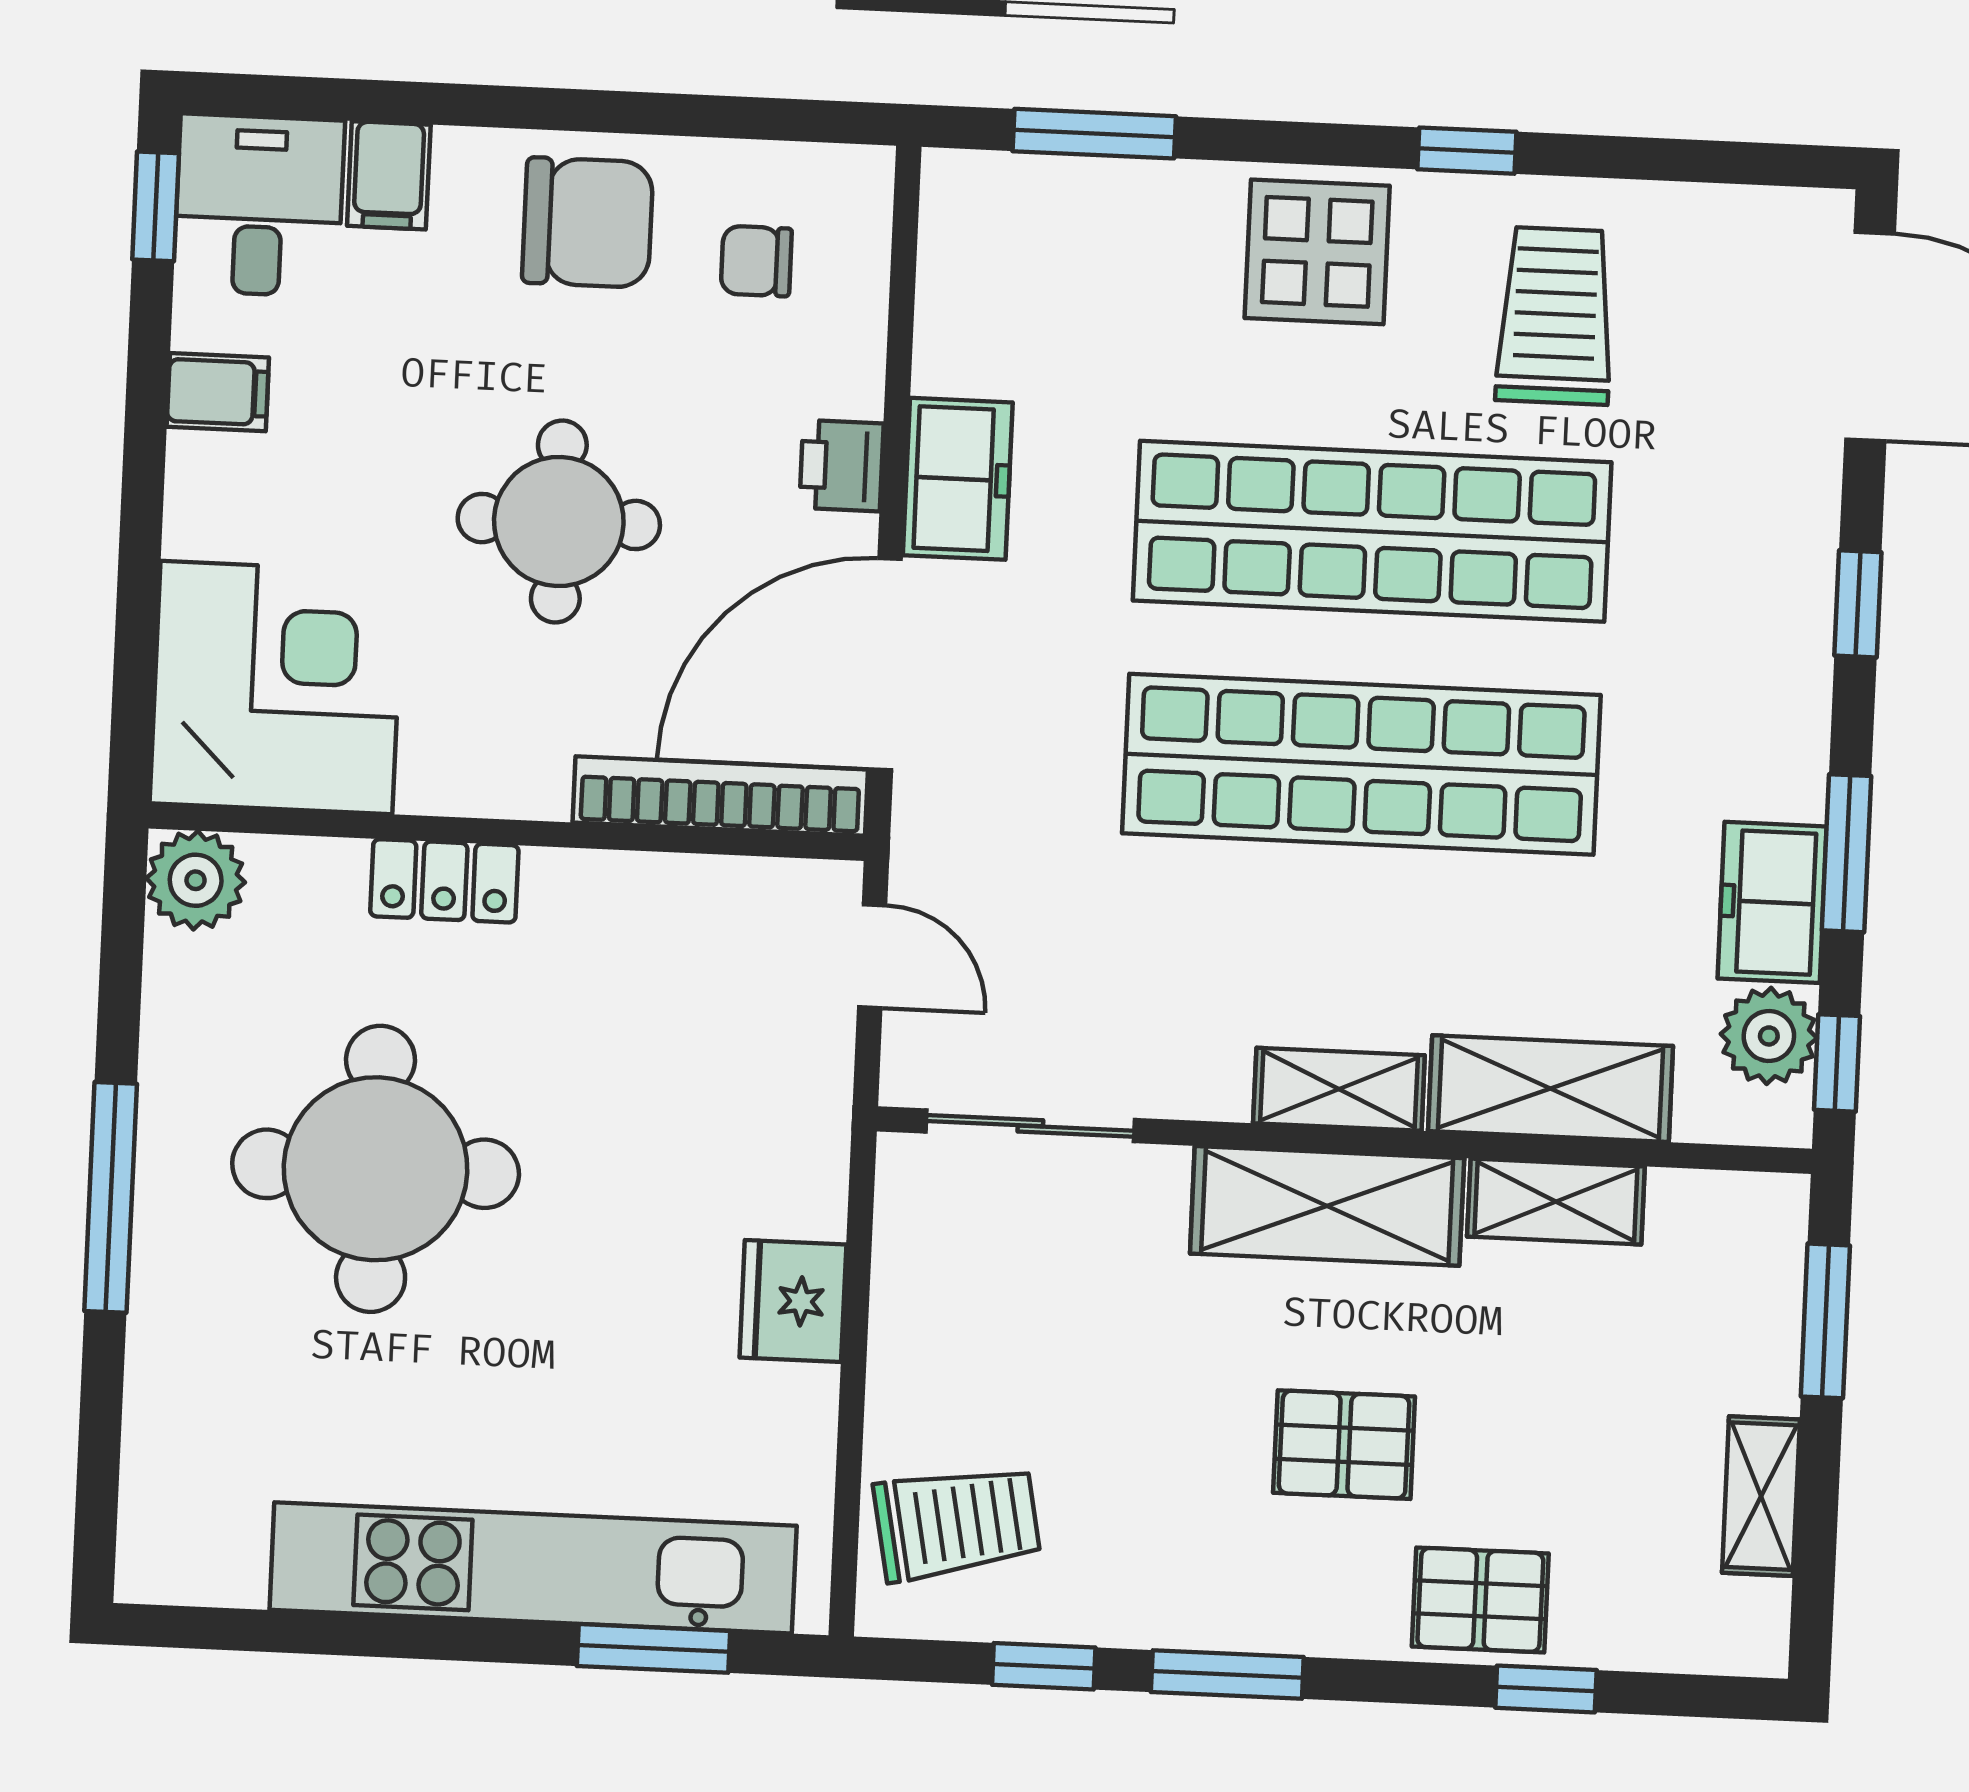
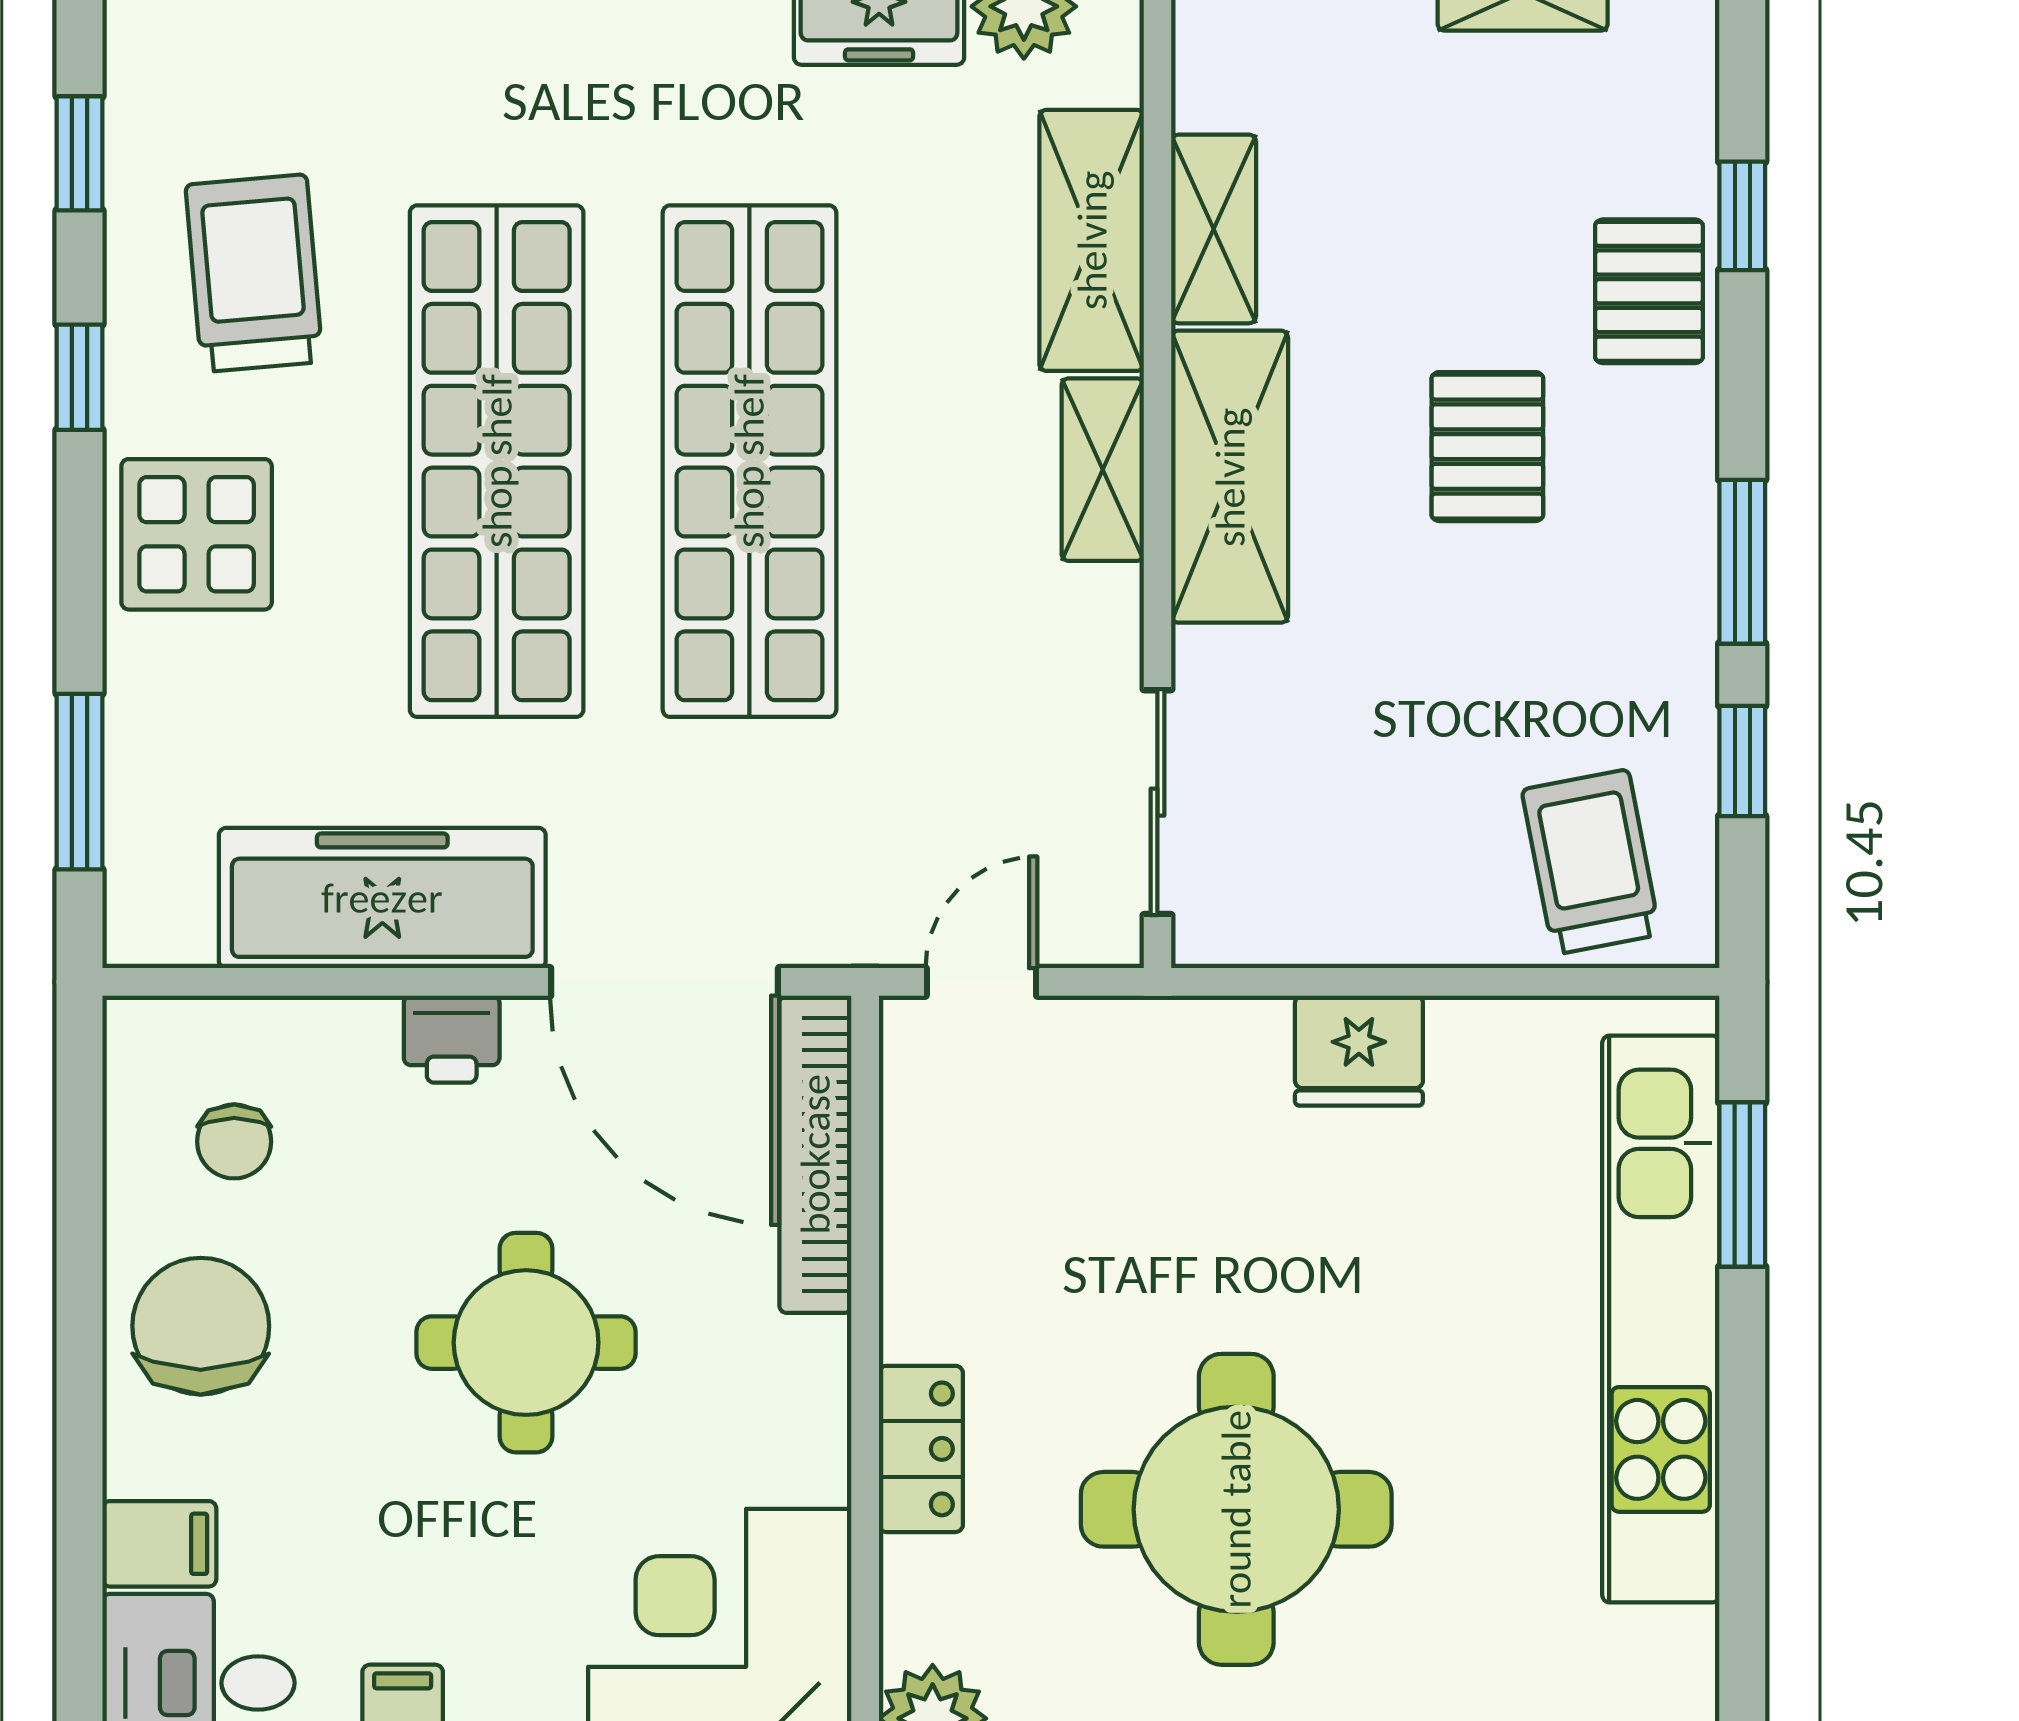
window: (1673, 160) -> (79, 153), added
trolley: (1555, 316) -> (254, 273), turned 85
freezer: (958, 479) -> (382, 898), width x1.91, depth x1.26

